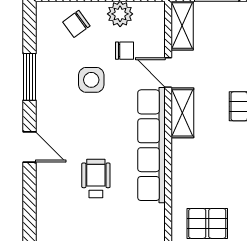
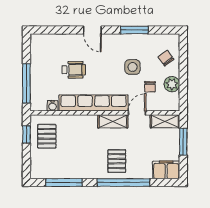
door: (29, 147) -> (92, 30), hinge flipped
water cooler: (156, 214) -> (52, 106), added

